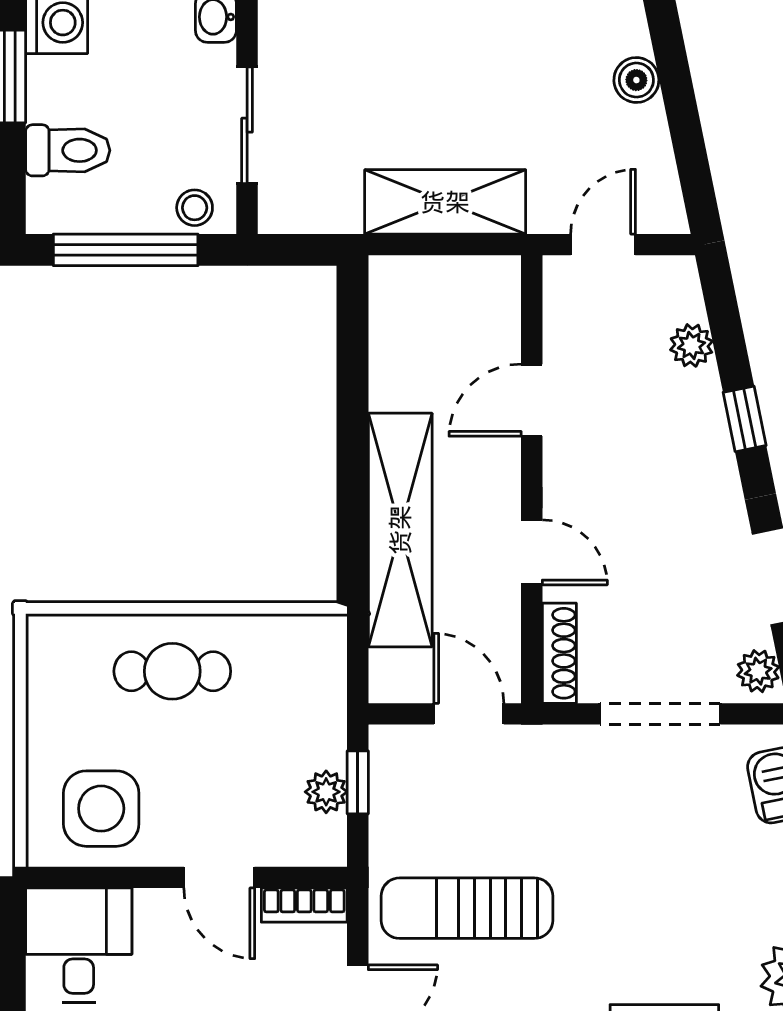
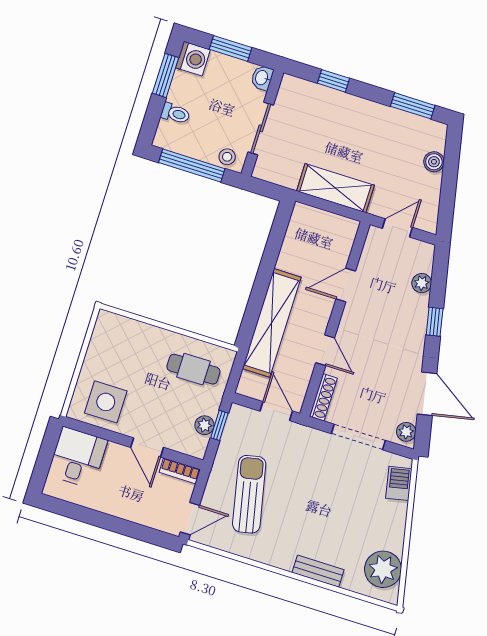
toilet: (68, 150) -> (175, 113), width x0.73, depth x0.72
cafe table: (172, 671) -> (193, 369), moved
sun lounger: (467, 908) -> (249, 494), turned 78

